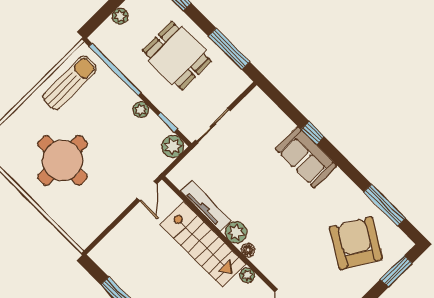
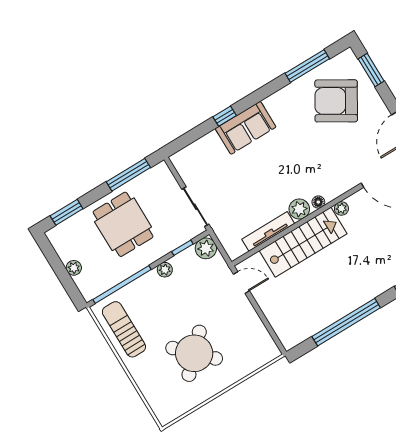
dining table: (177, 56) -> (123, 224), turned 90
round table: (62, 160) -> (194, 353), turned 45

